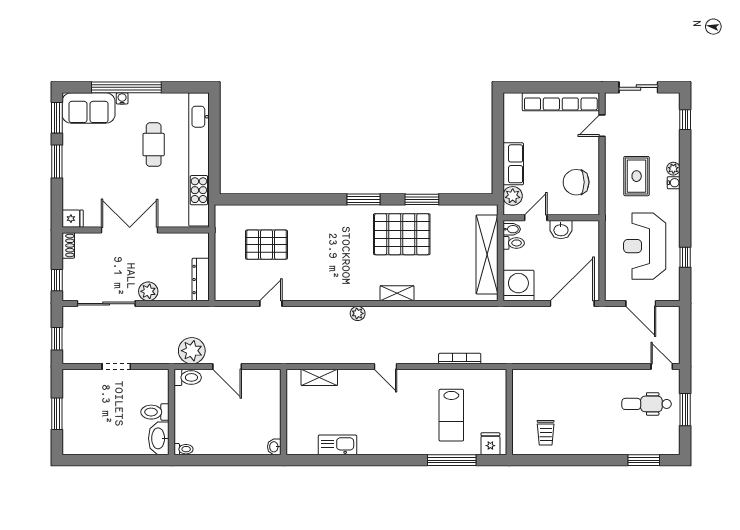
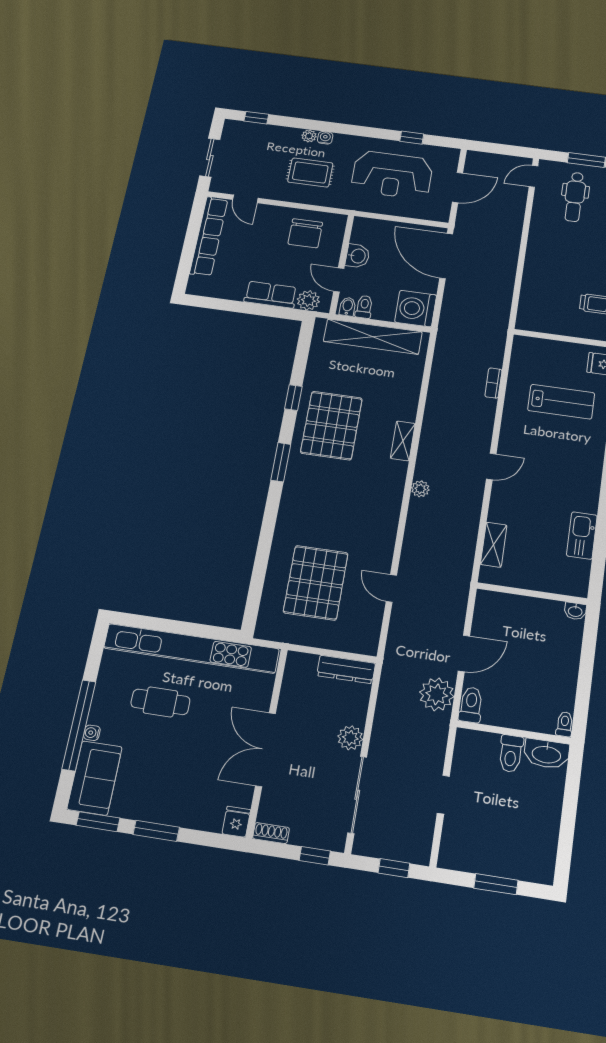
window: (422, 199) -> (293, 398), width x0.67
pallet: (267, 245) -> (316, 583), width x1.37, depth x1.41
bookcase: (460, 359) -> (493, 383), width x0.64

